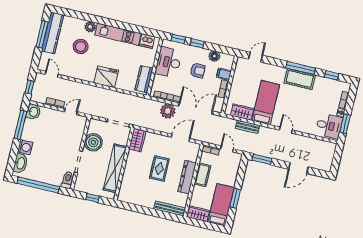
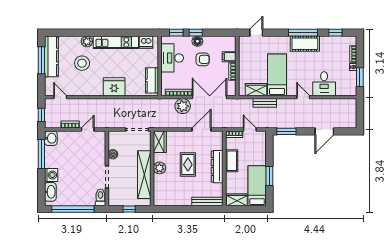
floor lamp: (214, 56) -> (197, 41), moved
desk: (329, 126) -> (324, 84), moved, turned 90
boiler: (93, 142) -> (113, 154), width x0.54, depth x0.54
plant: (131, 165) -> (159, 168), added

